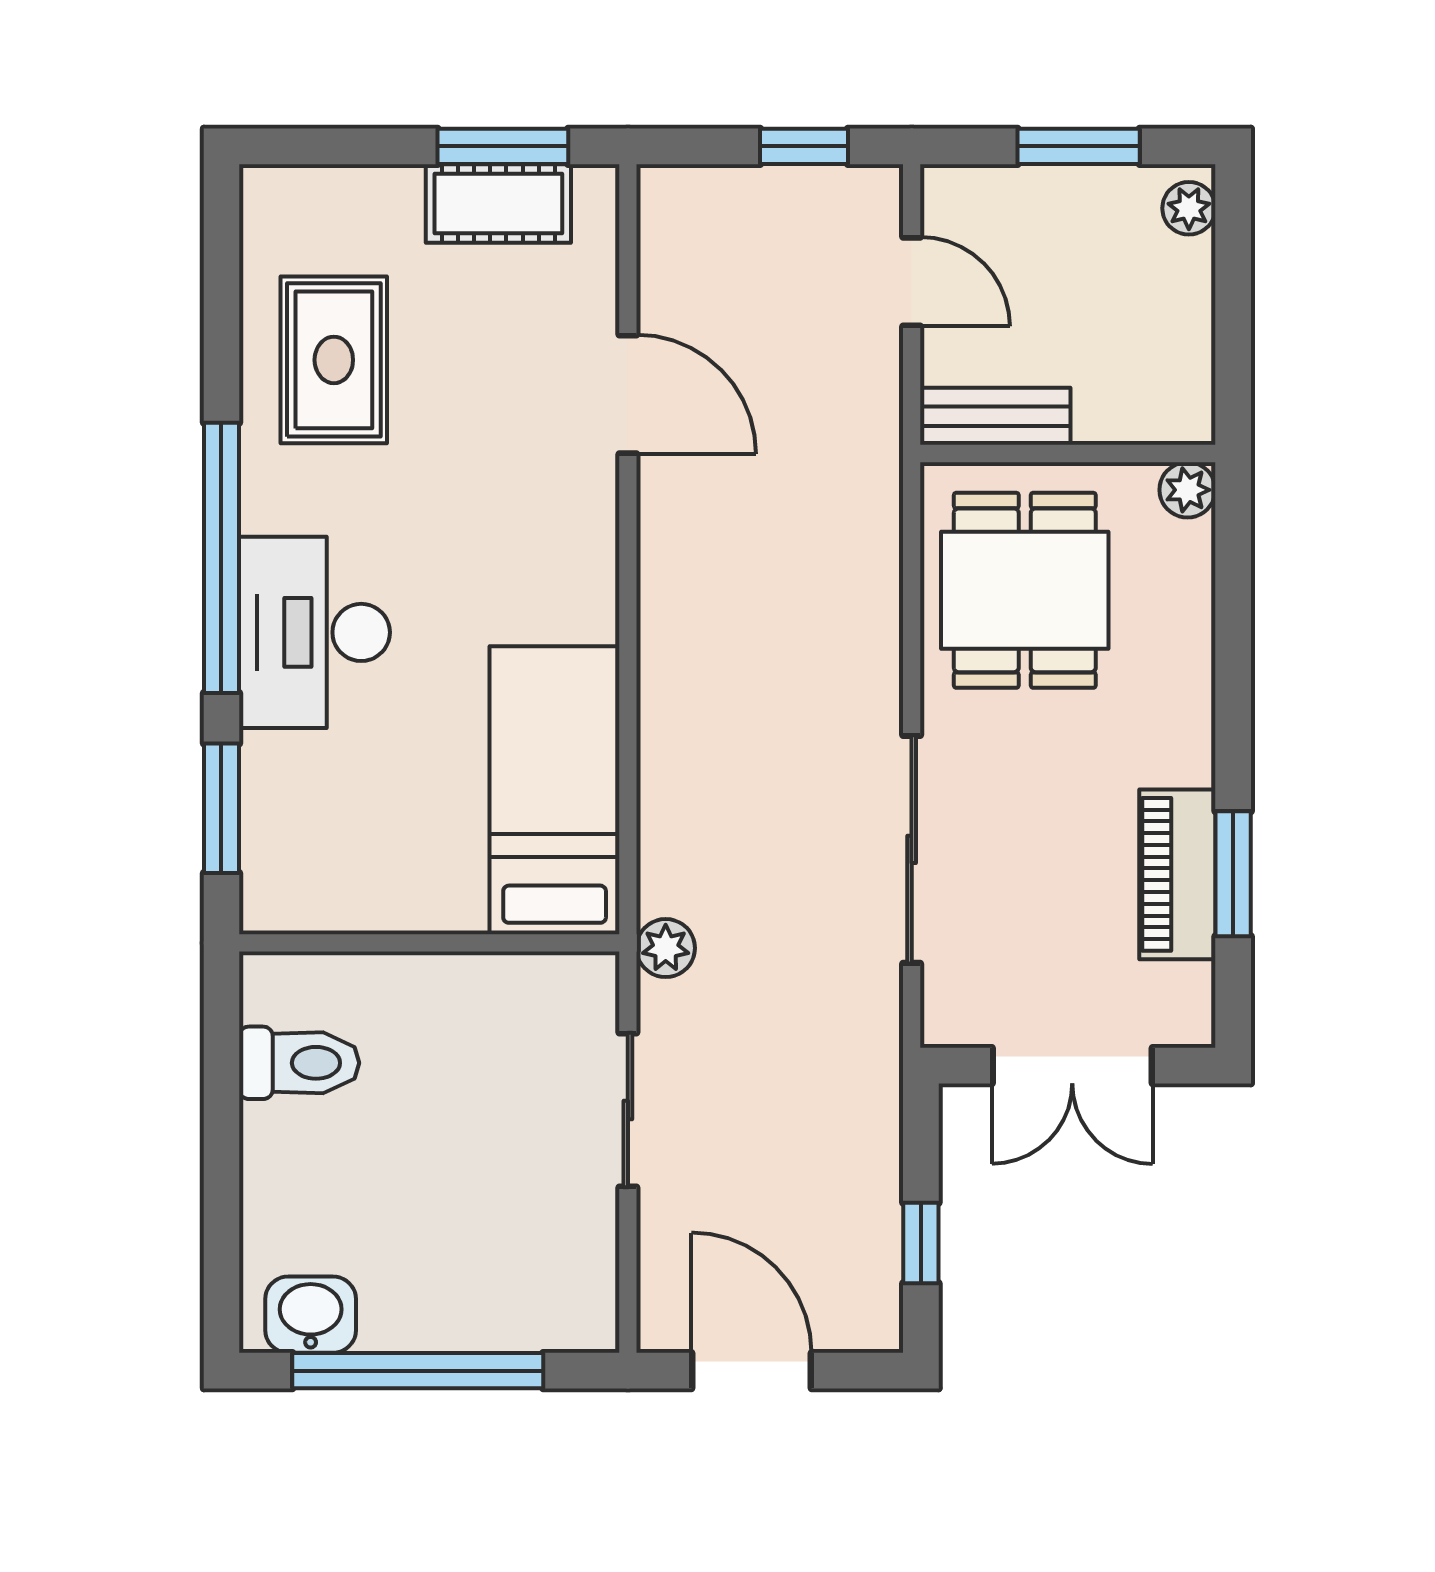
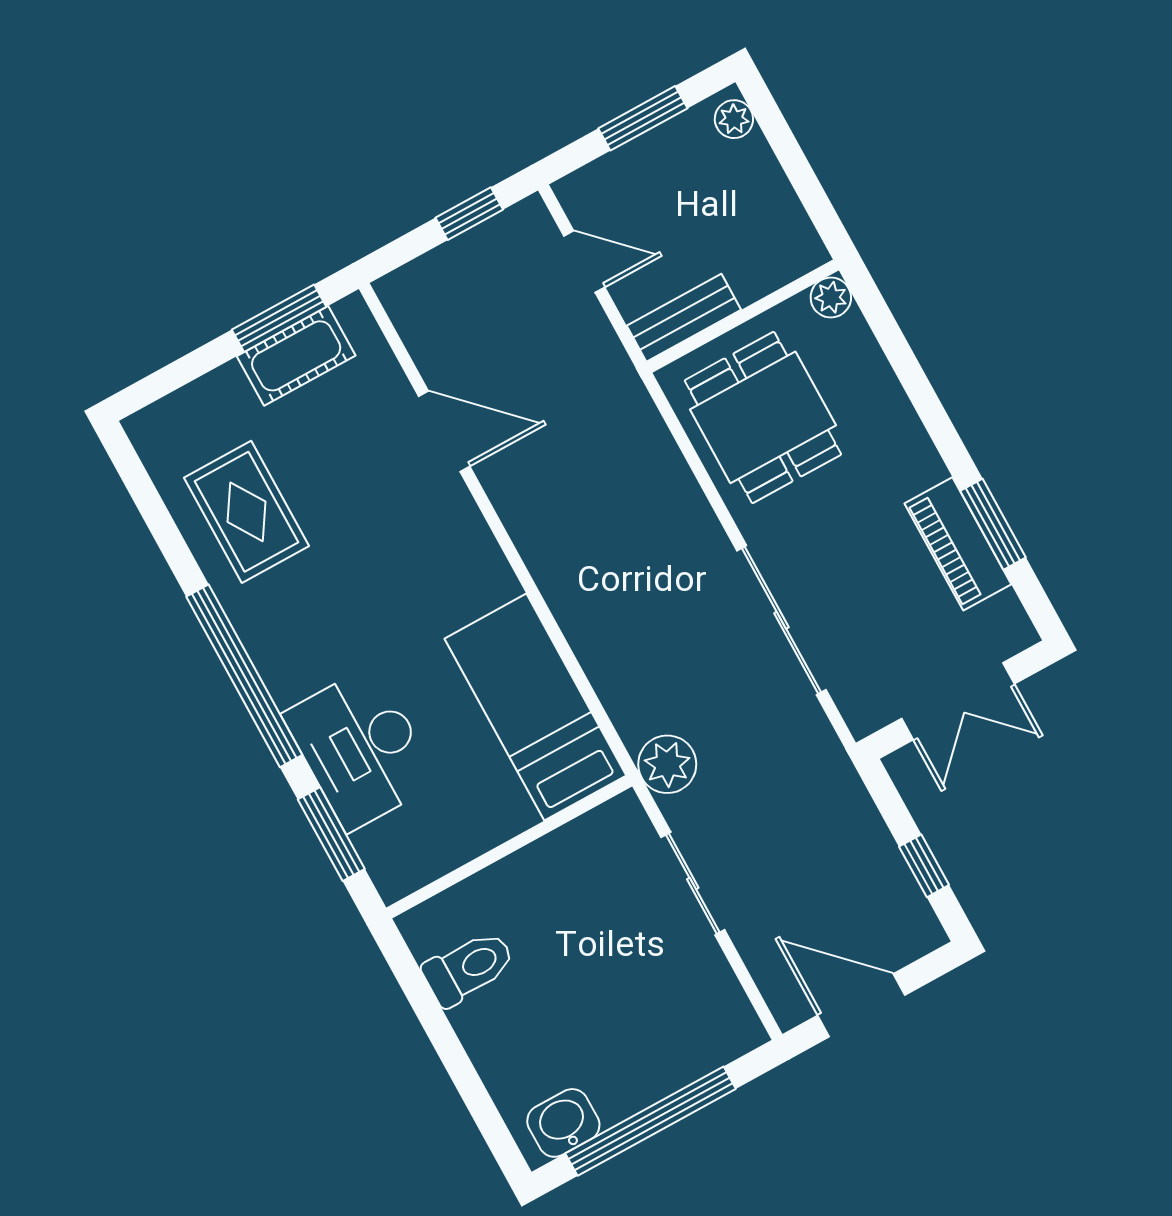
desk: (315, 632) -> (361, 748), moved
plant: (666, 948) -> (667, 764), width x1.38, depth x1.38

